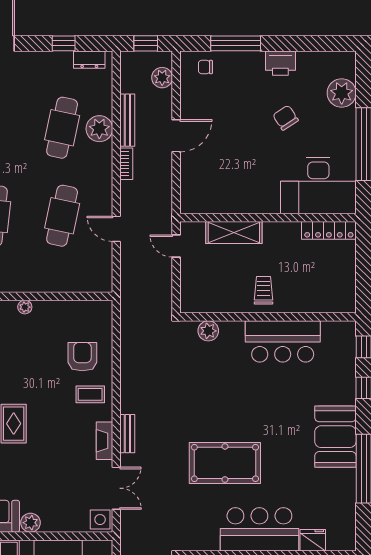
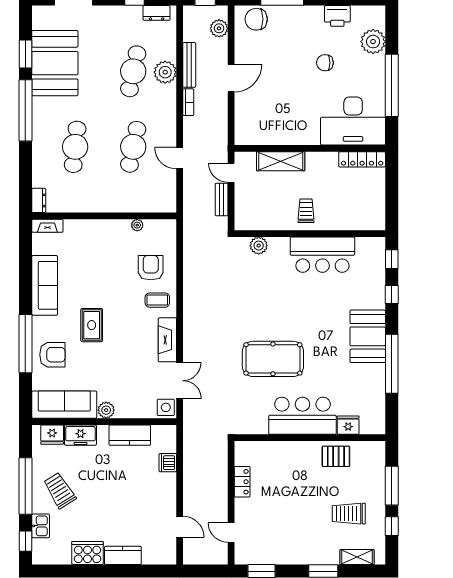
printer: (280, 63) -> (337, 16), moved
chair: (205, 67) -> (256, 19), width x1.87, depth x1.87
chair: (286, 118) -> (325, 63), turned -57
plant: (25, 307) -> (137, 225), moved
bench: (127, 434) -> (222, 199), moved
fireplace: (104, 441) -> (167, 340), width x1.37, depth x1.32

